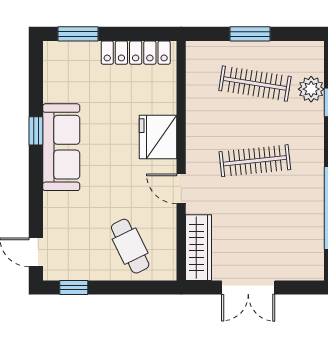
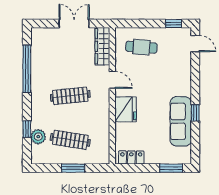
locker: (136, 53) -> (131, 157), width x0.66
sofa: (61, 147) -> (181, 121), moved
cafe table: (130, 246) -> (141, 47), turned -60

